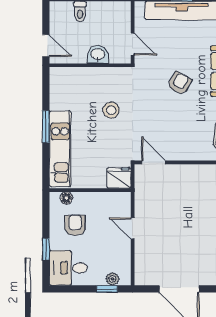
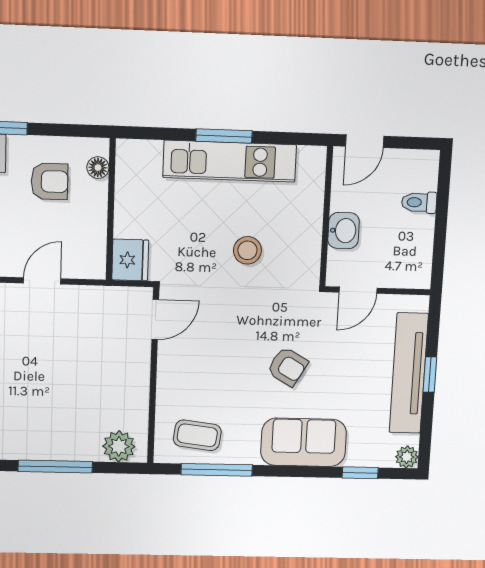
kitchen unit: (60, 149) -> (230, 161), moved

